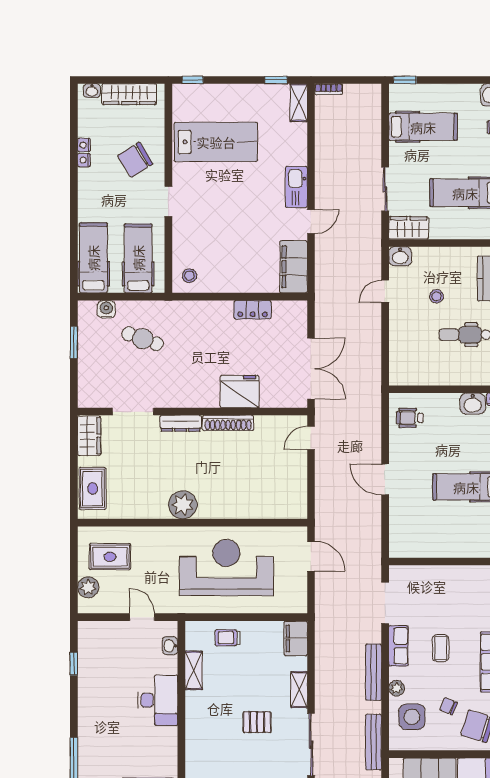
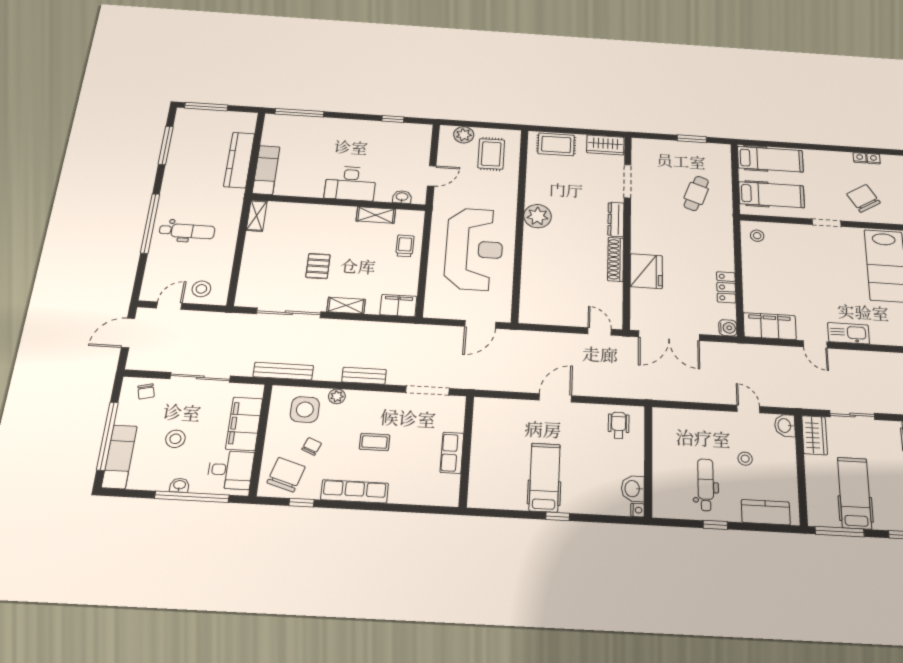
water cooler: (106, 309) -> (728, 328), moved
row of seats: (398, 646) -> (452, 453), moved, turned 90
bench: (373, 672) -> (364, 376), width x0.73

